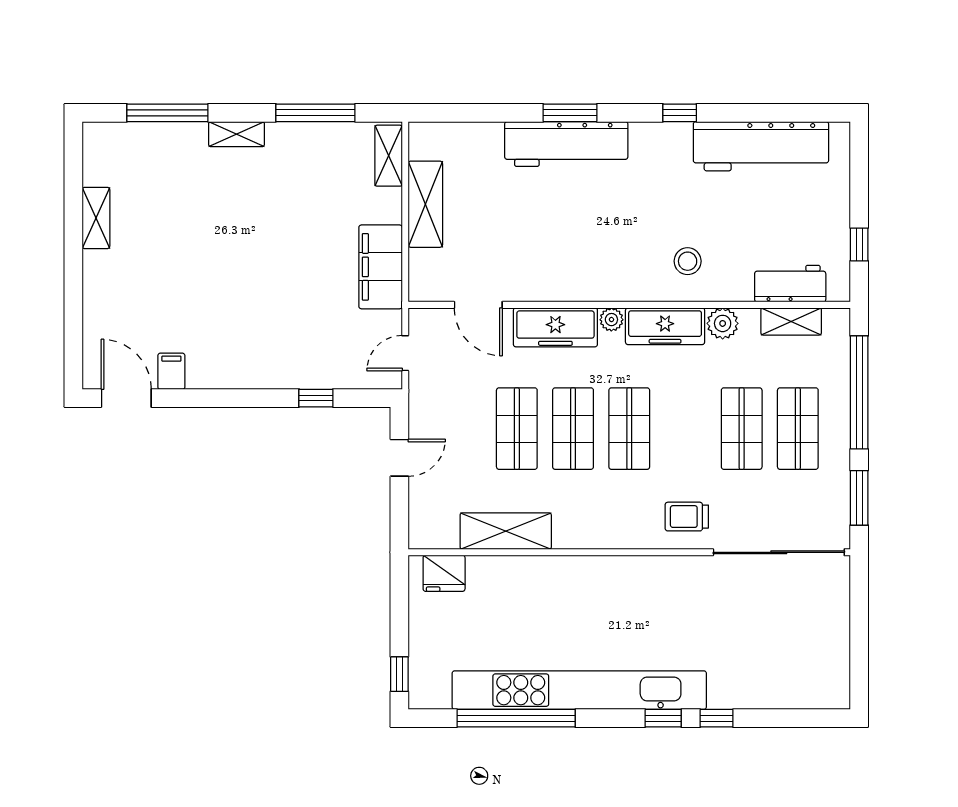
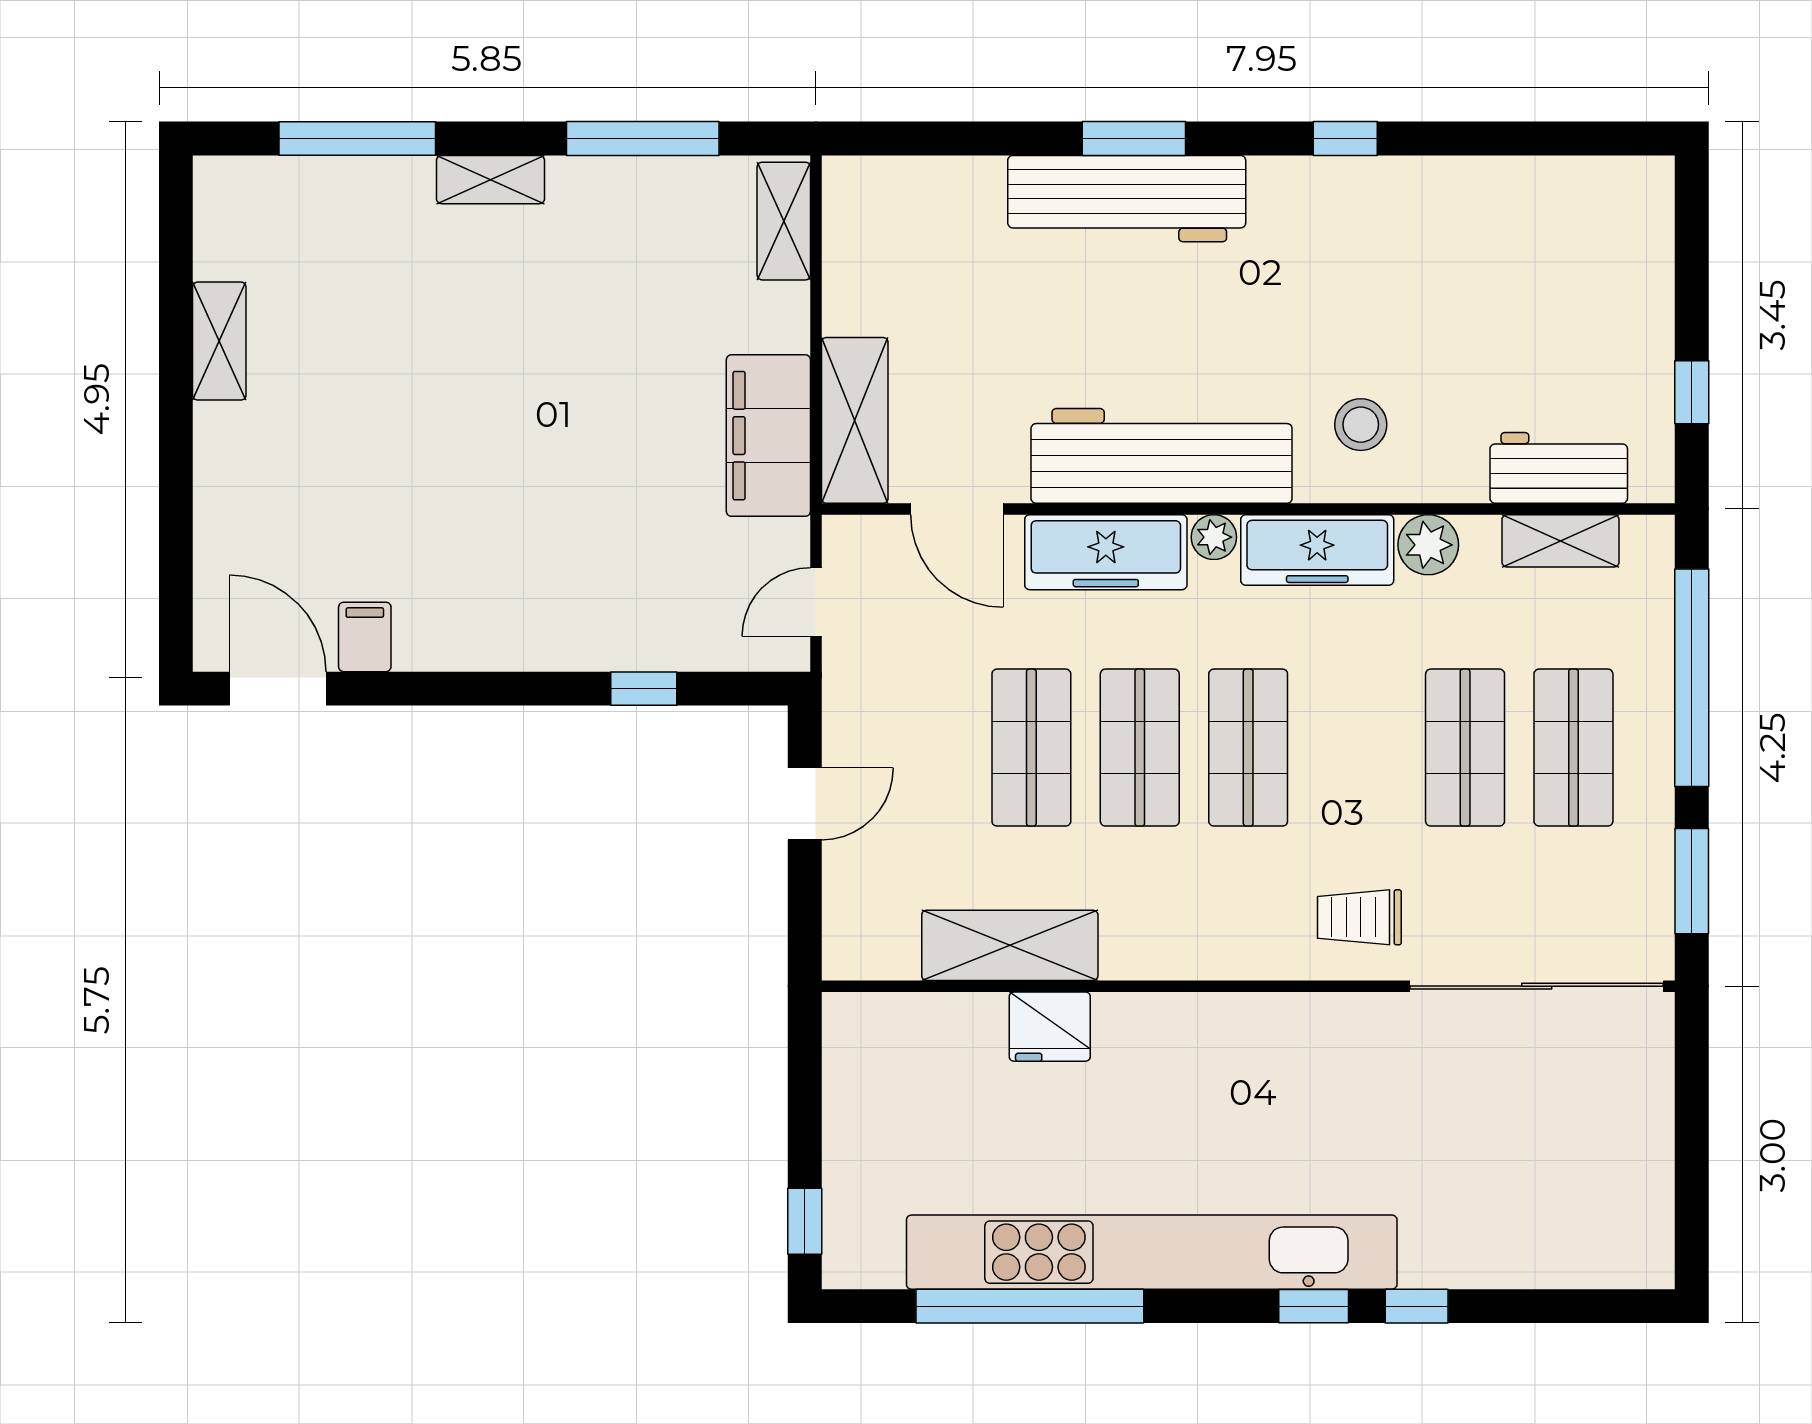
workbench: (761, 146) -> (1162, 456), moved, turned 180
shelving: (425, 204) -> (855, 420), moved
fridge: (444, 573) -> (1050, 1027), moved

